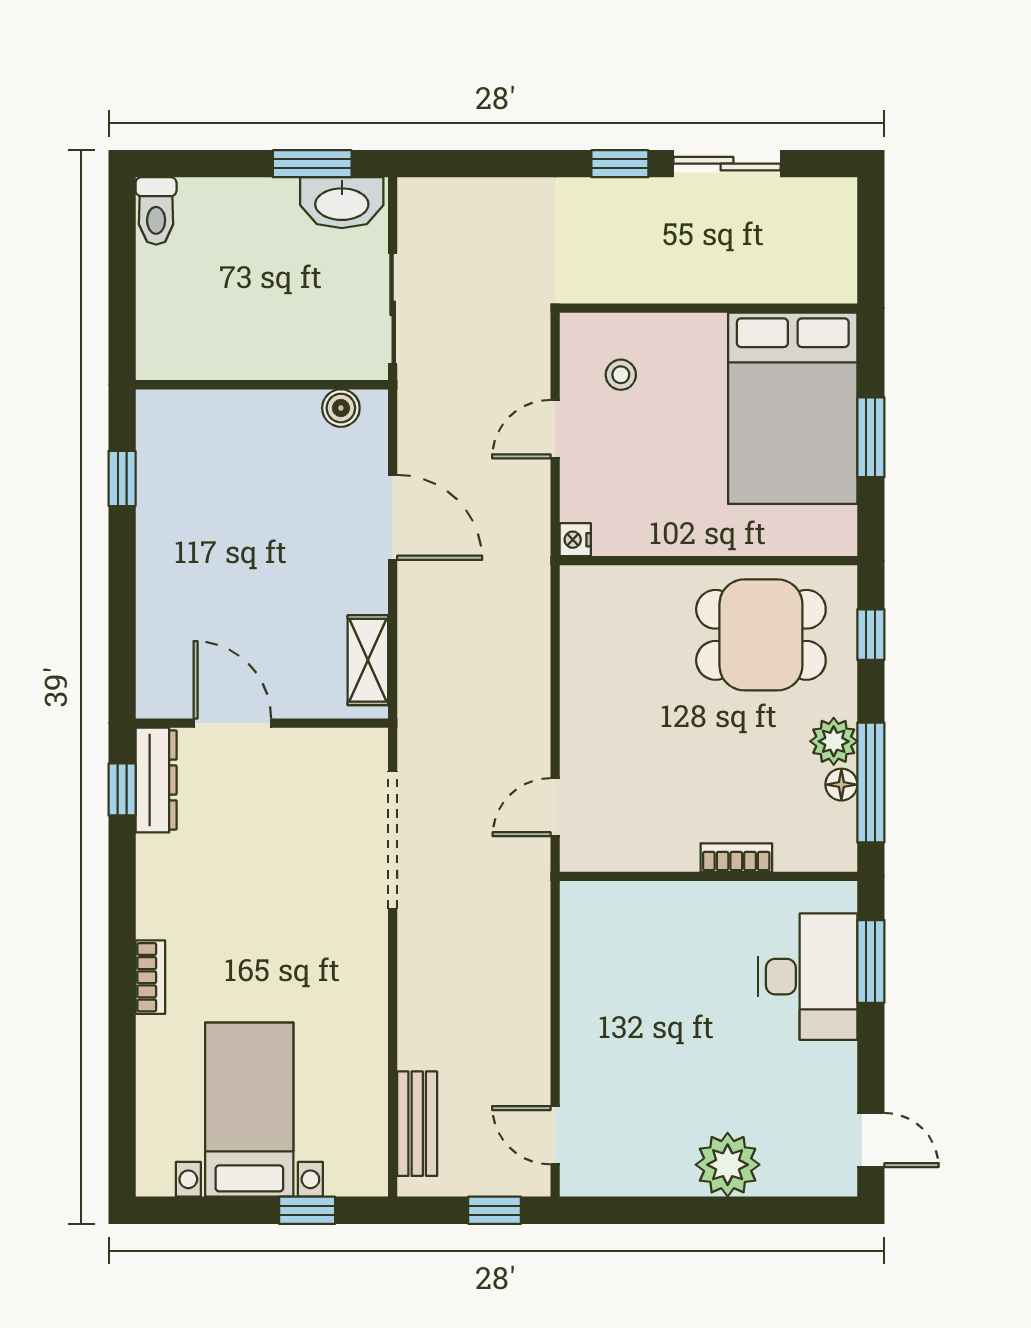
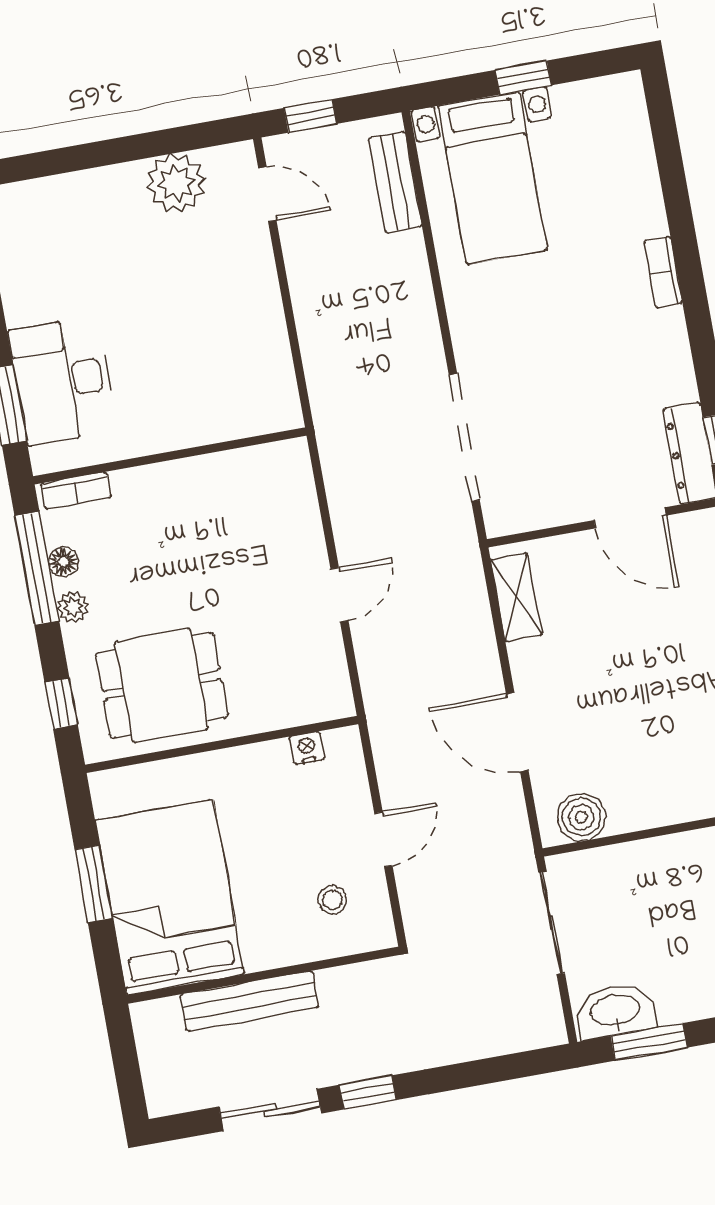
bench: (728, 283) -> (249, 1001), added
boiler: (341, 408) -> (581, 817), width x1.36, depth x1.36
nightstand: (575, 540) -> (307, 748), moved, turned -90
plant: (834, 741) -> (73, 607), width x0.73, depth x0.73
door: (555, 807) -> (339, 595), moved
bookcase: (736, 858) -> (76, 491), moved
bed with nightstands: (249, 1110) -> (493, 178), moved
plant: (728, 1165) -> (176, 183), moved
window: (307, 1210) -> (523, 78), moved

